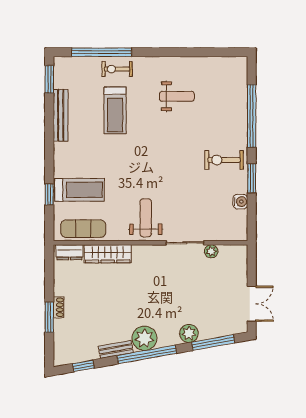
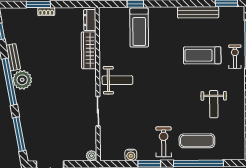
exercise mat: (83, 229) -> (197, 141), moved, turned 90
plant: (211, 251) -> (91, 156), moved
plant: (189, 333) -> (26, 115), removed

